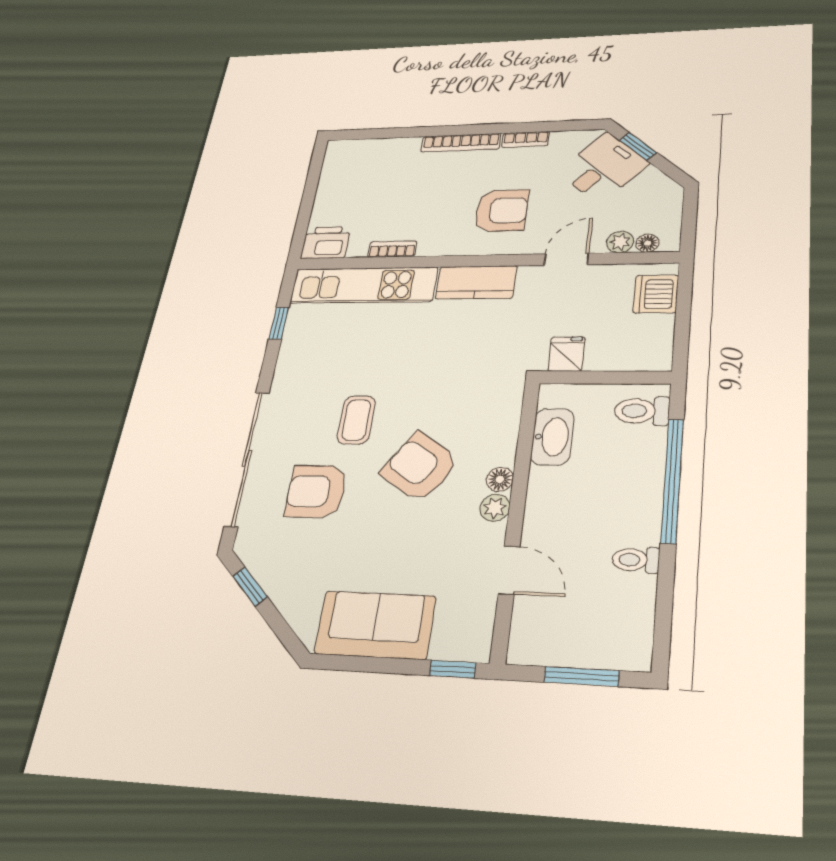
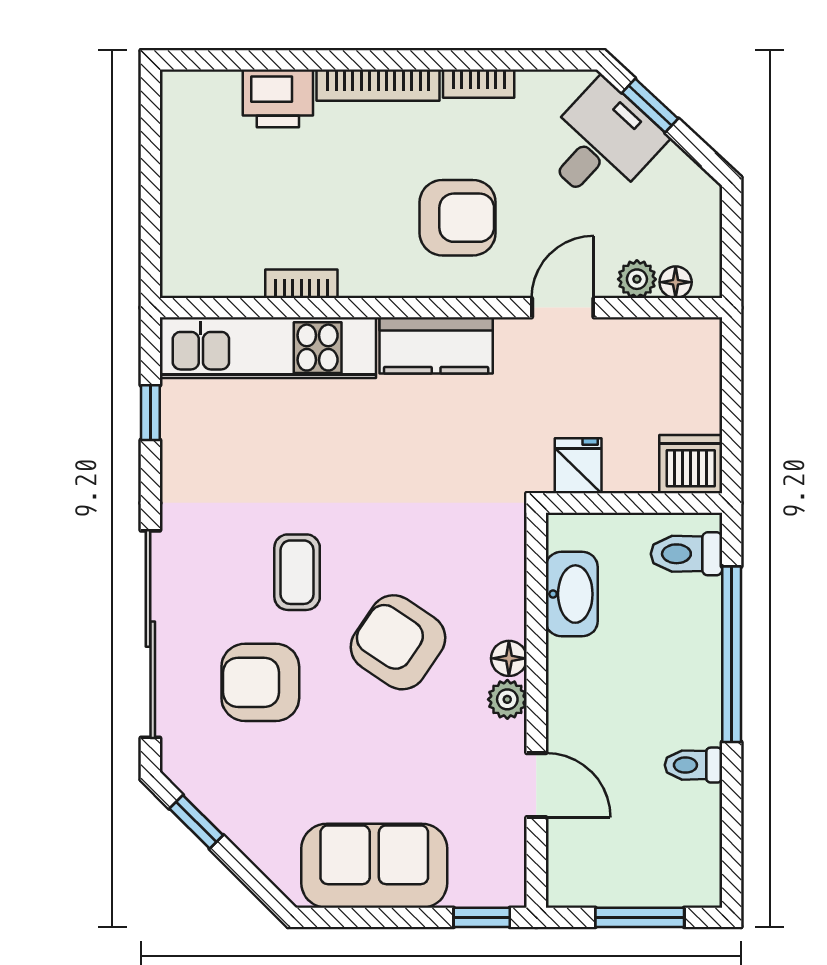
printer: (326, 243) -> (278, 98), moved, turned 180
dishwasher: (656, 294) -> (691, 464), moved, turned 90

